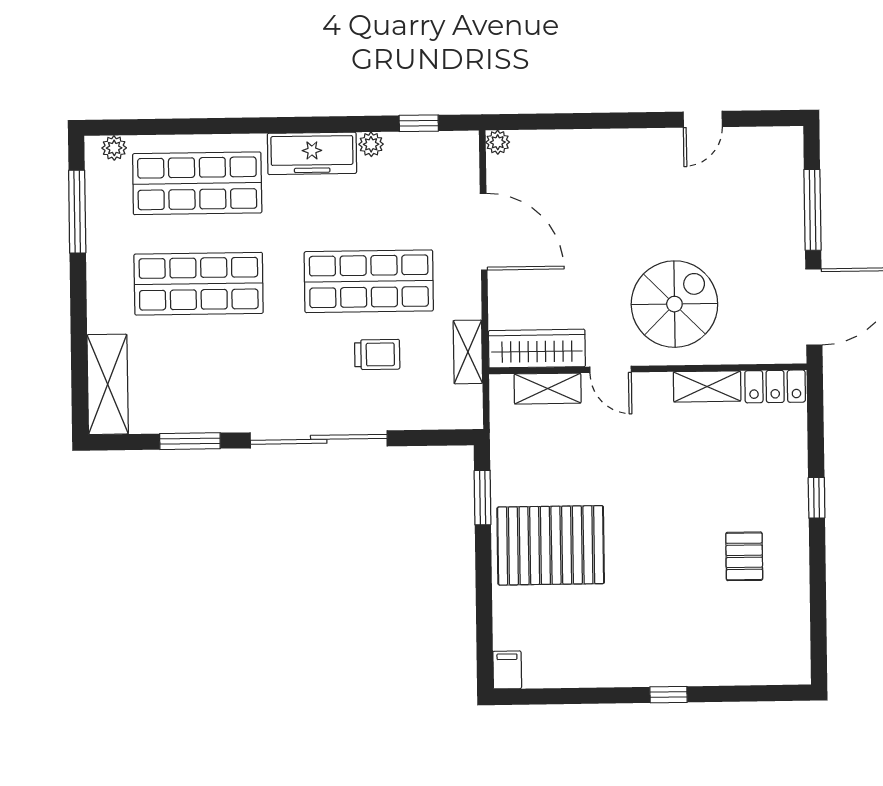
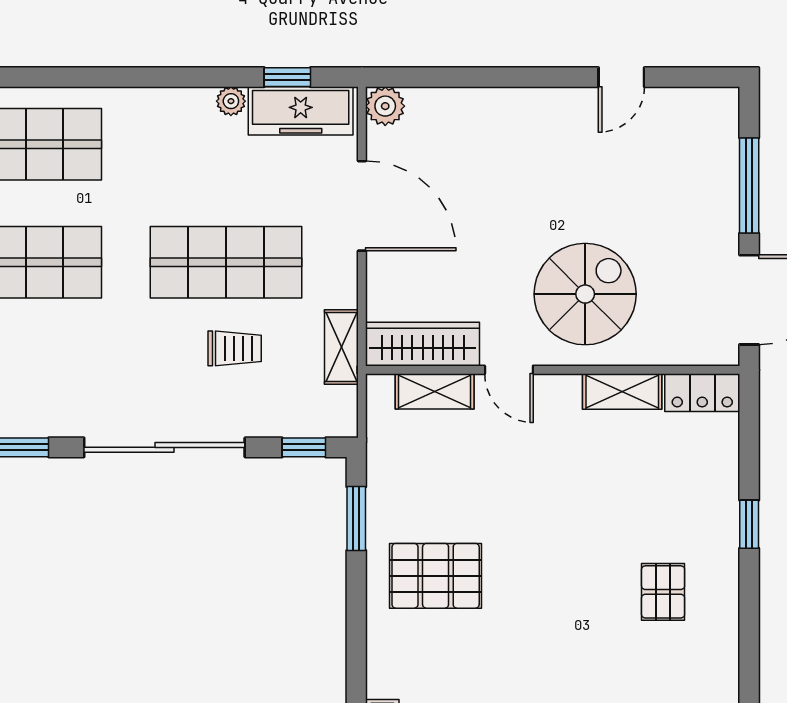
plant: (498, 142) -> (385, 106), width x1.38, depth x1.38
freezer: (312, 153) -> (301, 111), moved
window: (437, 438) -> (304, 447), added
pallet: (551, 545) -> (436, 576), width x0.73, depth x0.71

